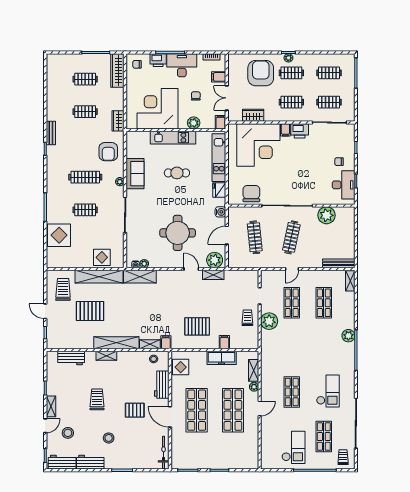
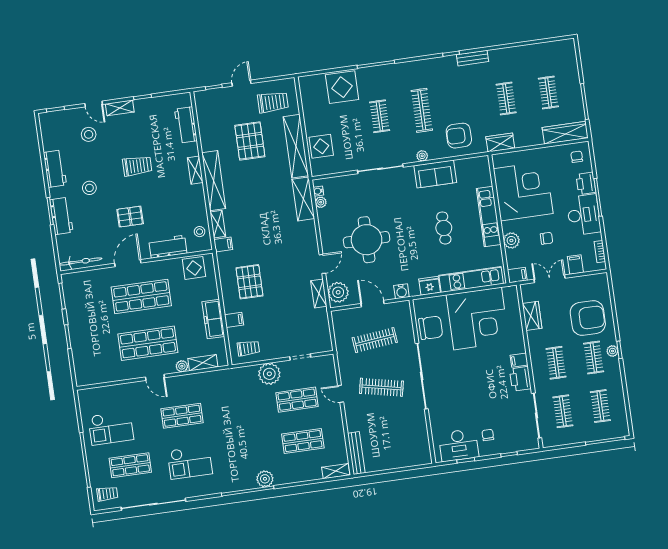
corner desk: (258, 145) -> (478, 318), moved, turned -90
plant: (327, 215) -> (416, 429), removed
trolley: (247, 318) -> (248, 348), moved
pallet: (135, 410) -> (130, 217), turned 90
workbench: (62, 462) -> (62, 216), moved

